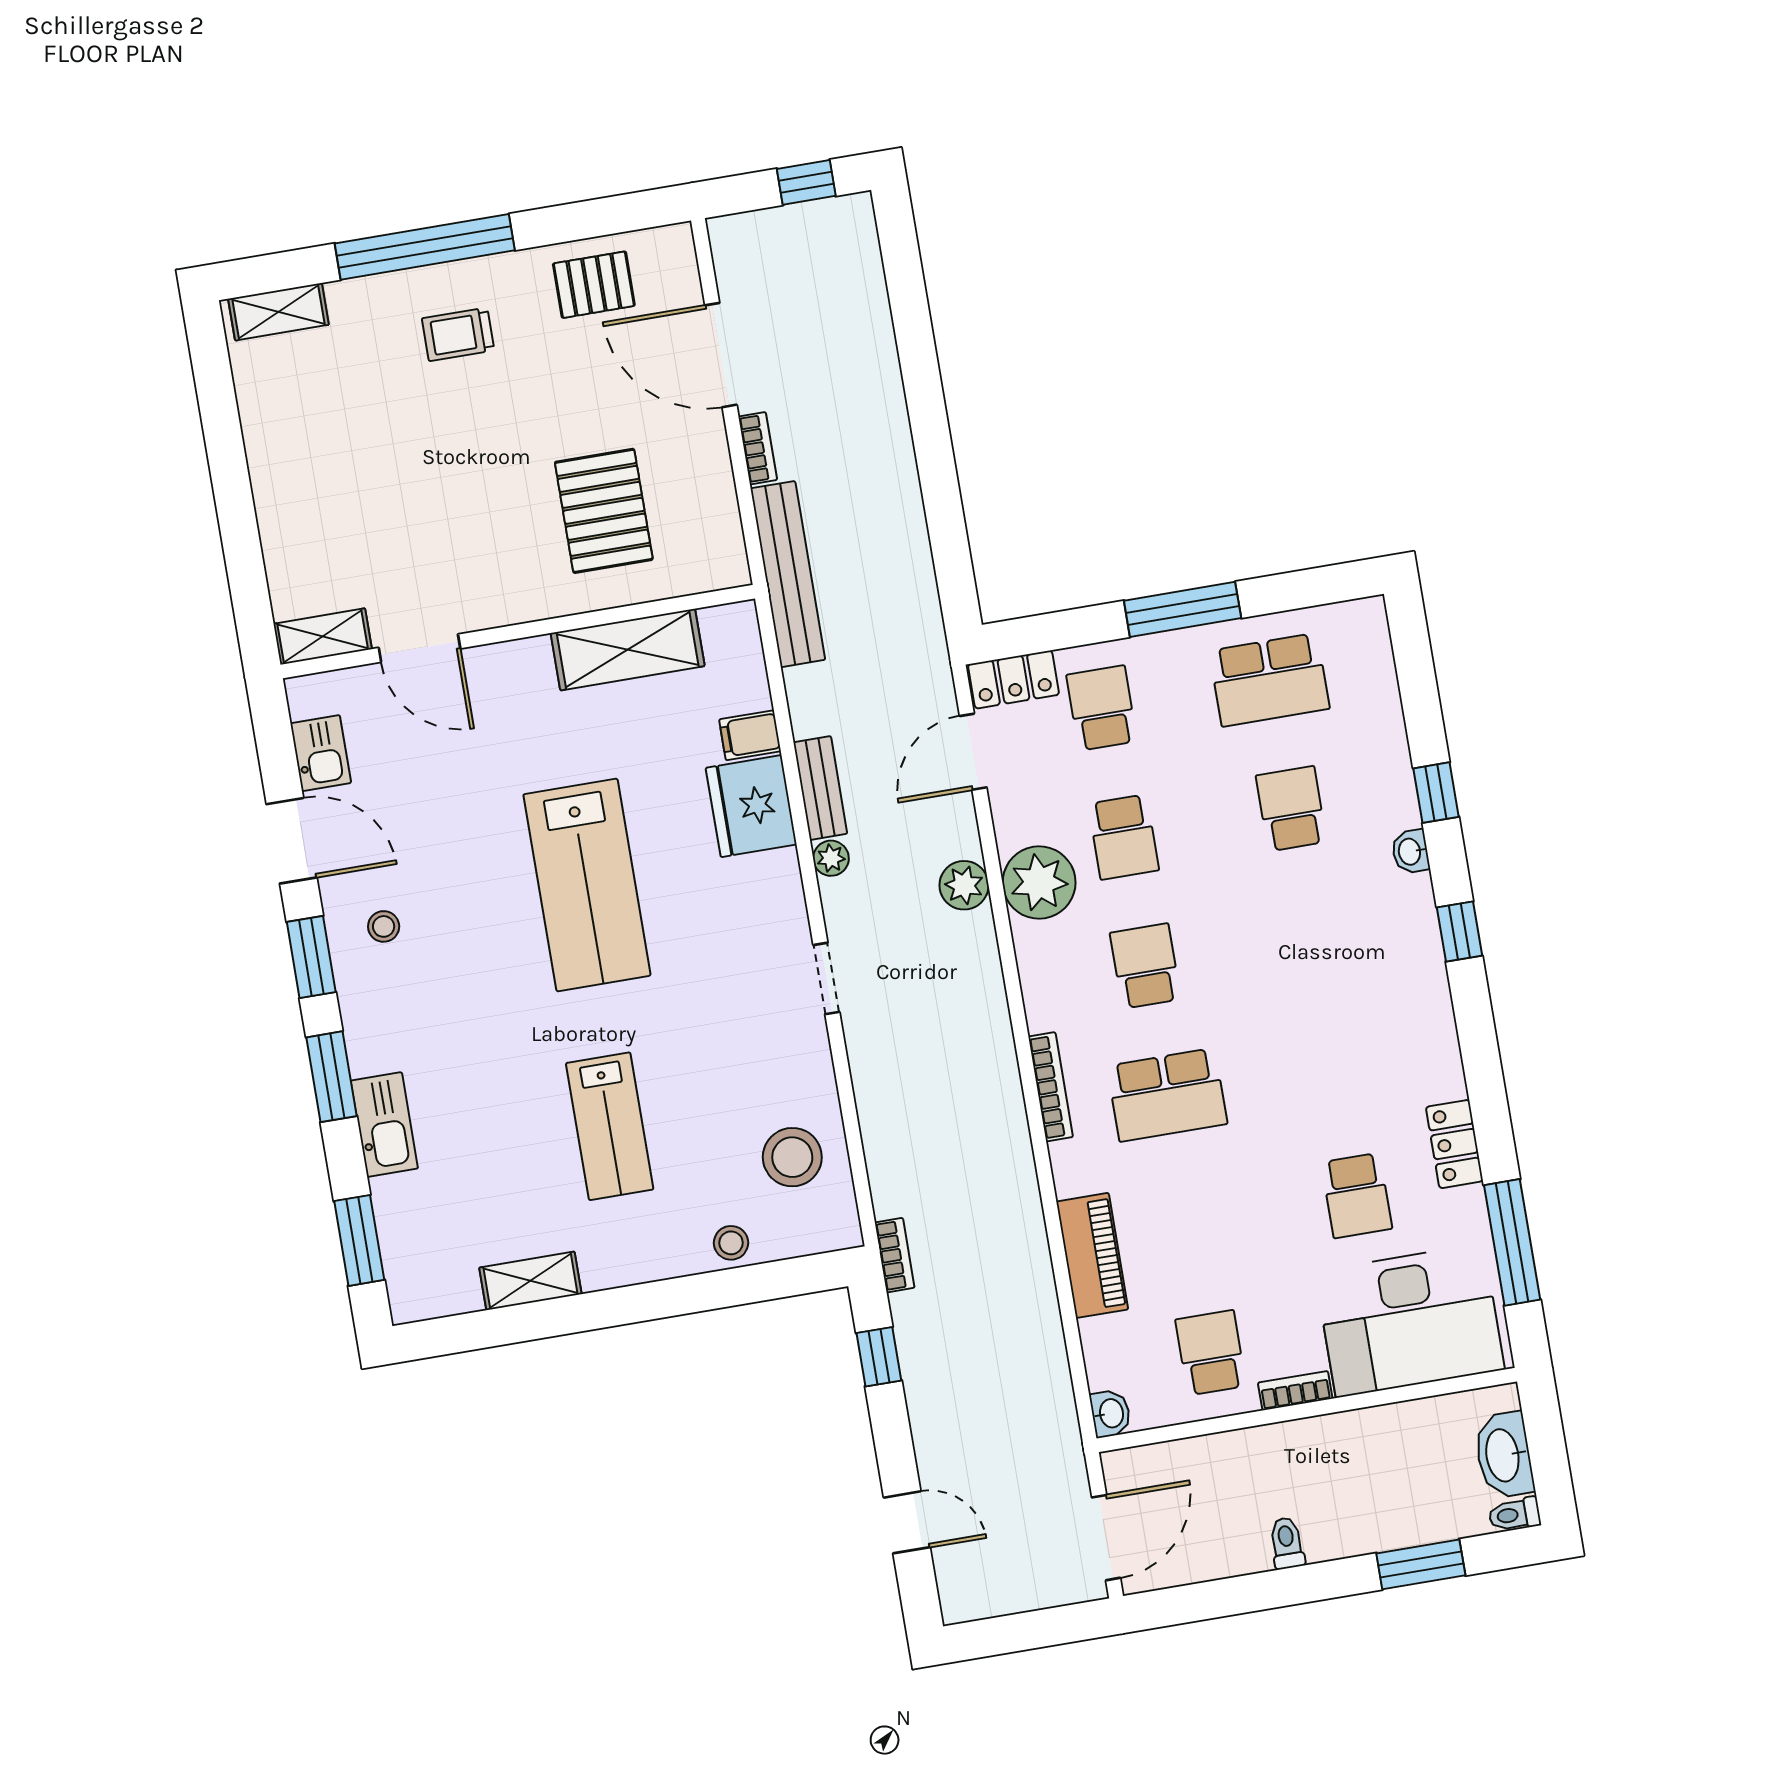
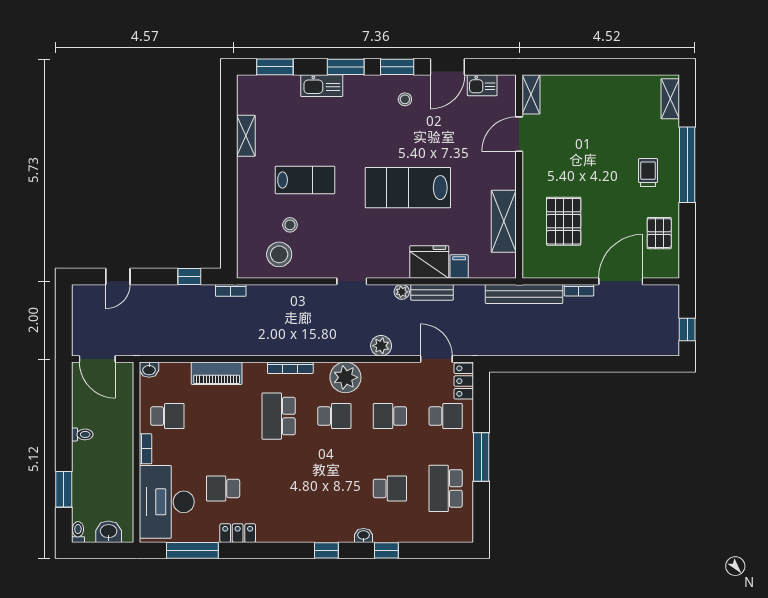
pallet: (604, 511) -> (564, 221), turned 90
plant: (1039, 882) -> (345, 377), moved
lab bench: (610, 1126) -> (305, 180), turned 180
stool: (731, 1243) -> (290, 225), moved
washbasin: (1504, 1455) -> (109, 532), width x0.72

